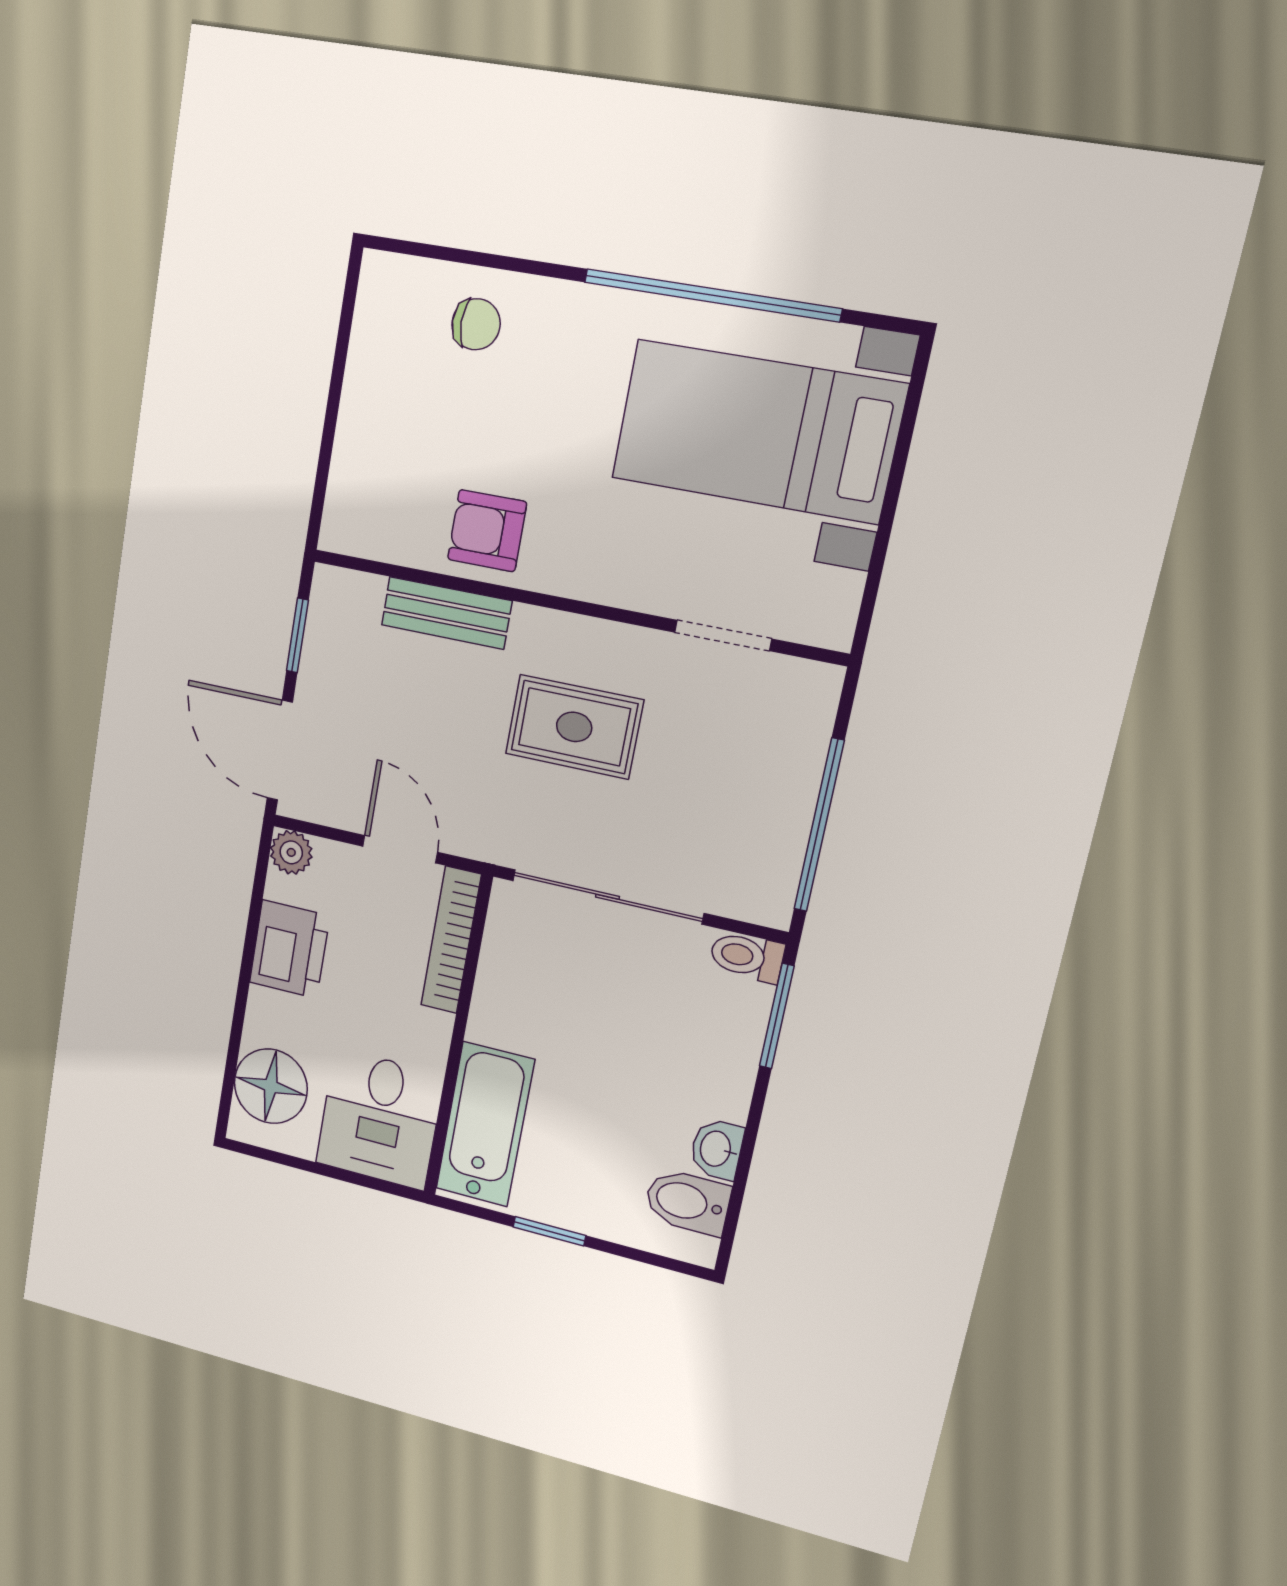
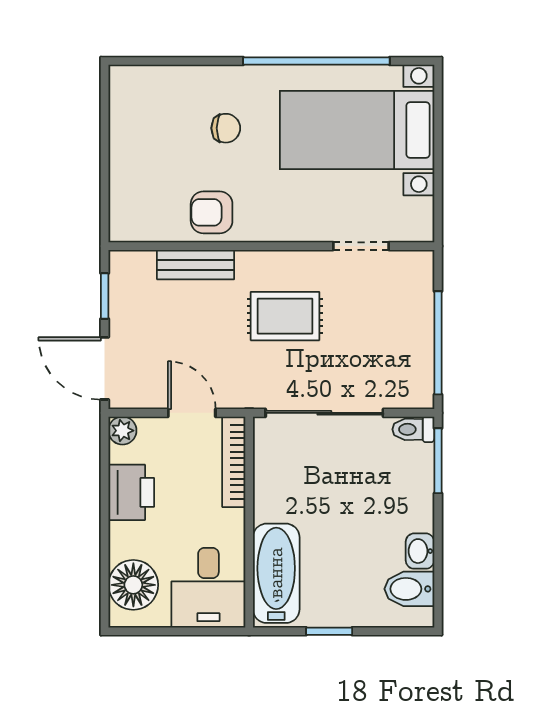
chair: (476, 324) -> (226, 128), moved

